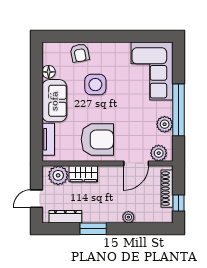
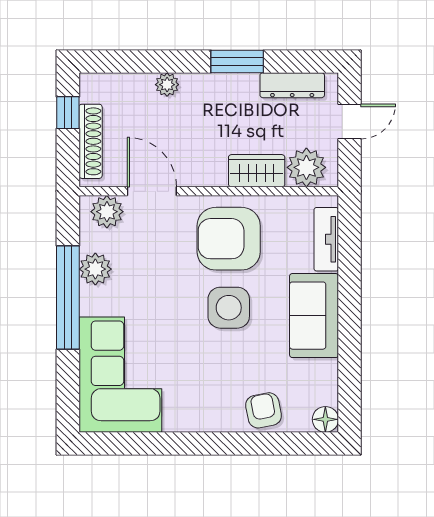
floor lamp: (49, 72) -> (325, 419), moved
side table: (95, 85) -> (229, 308), moved
door: (136, 163) -> (152, 191), hinge flipped

